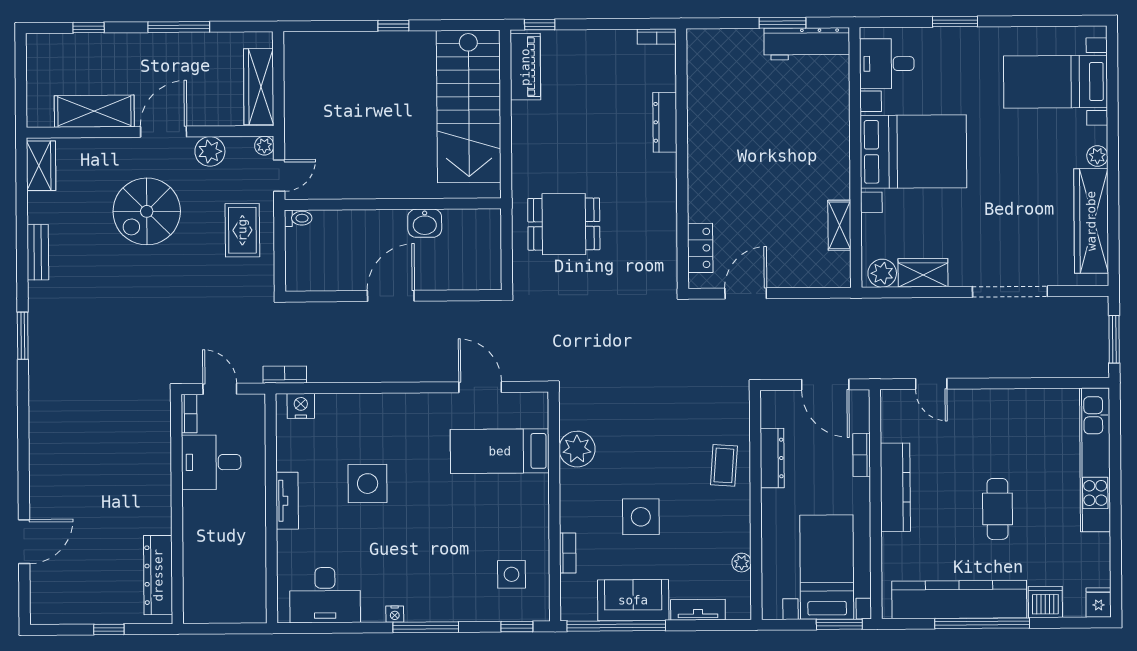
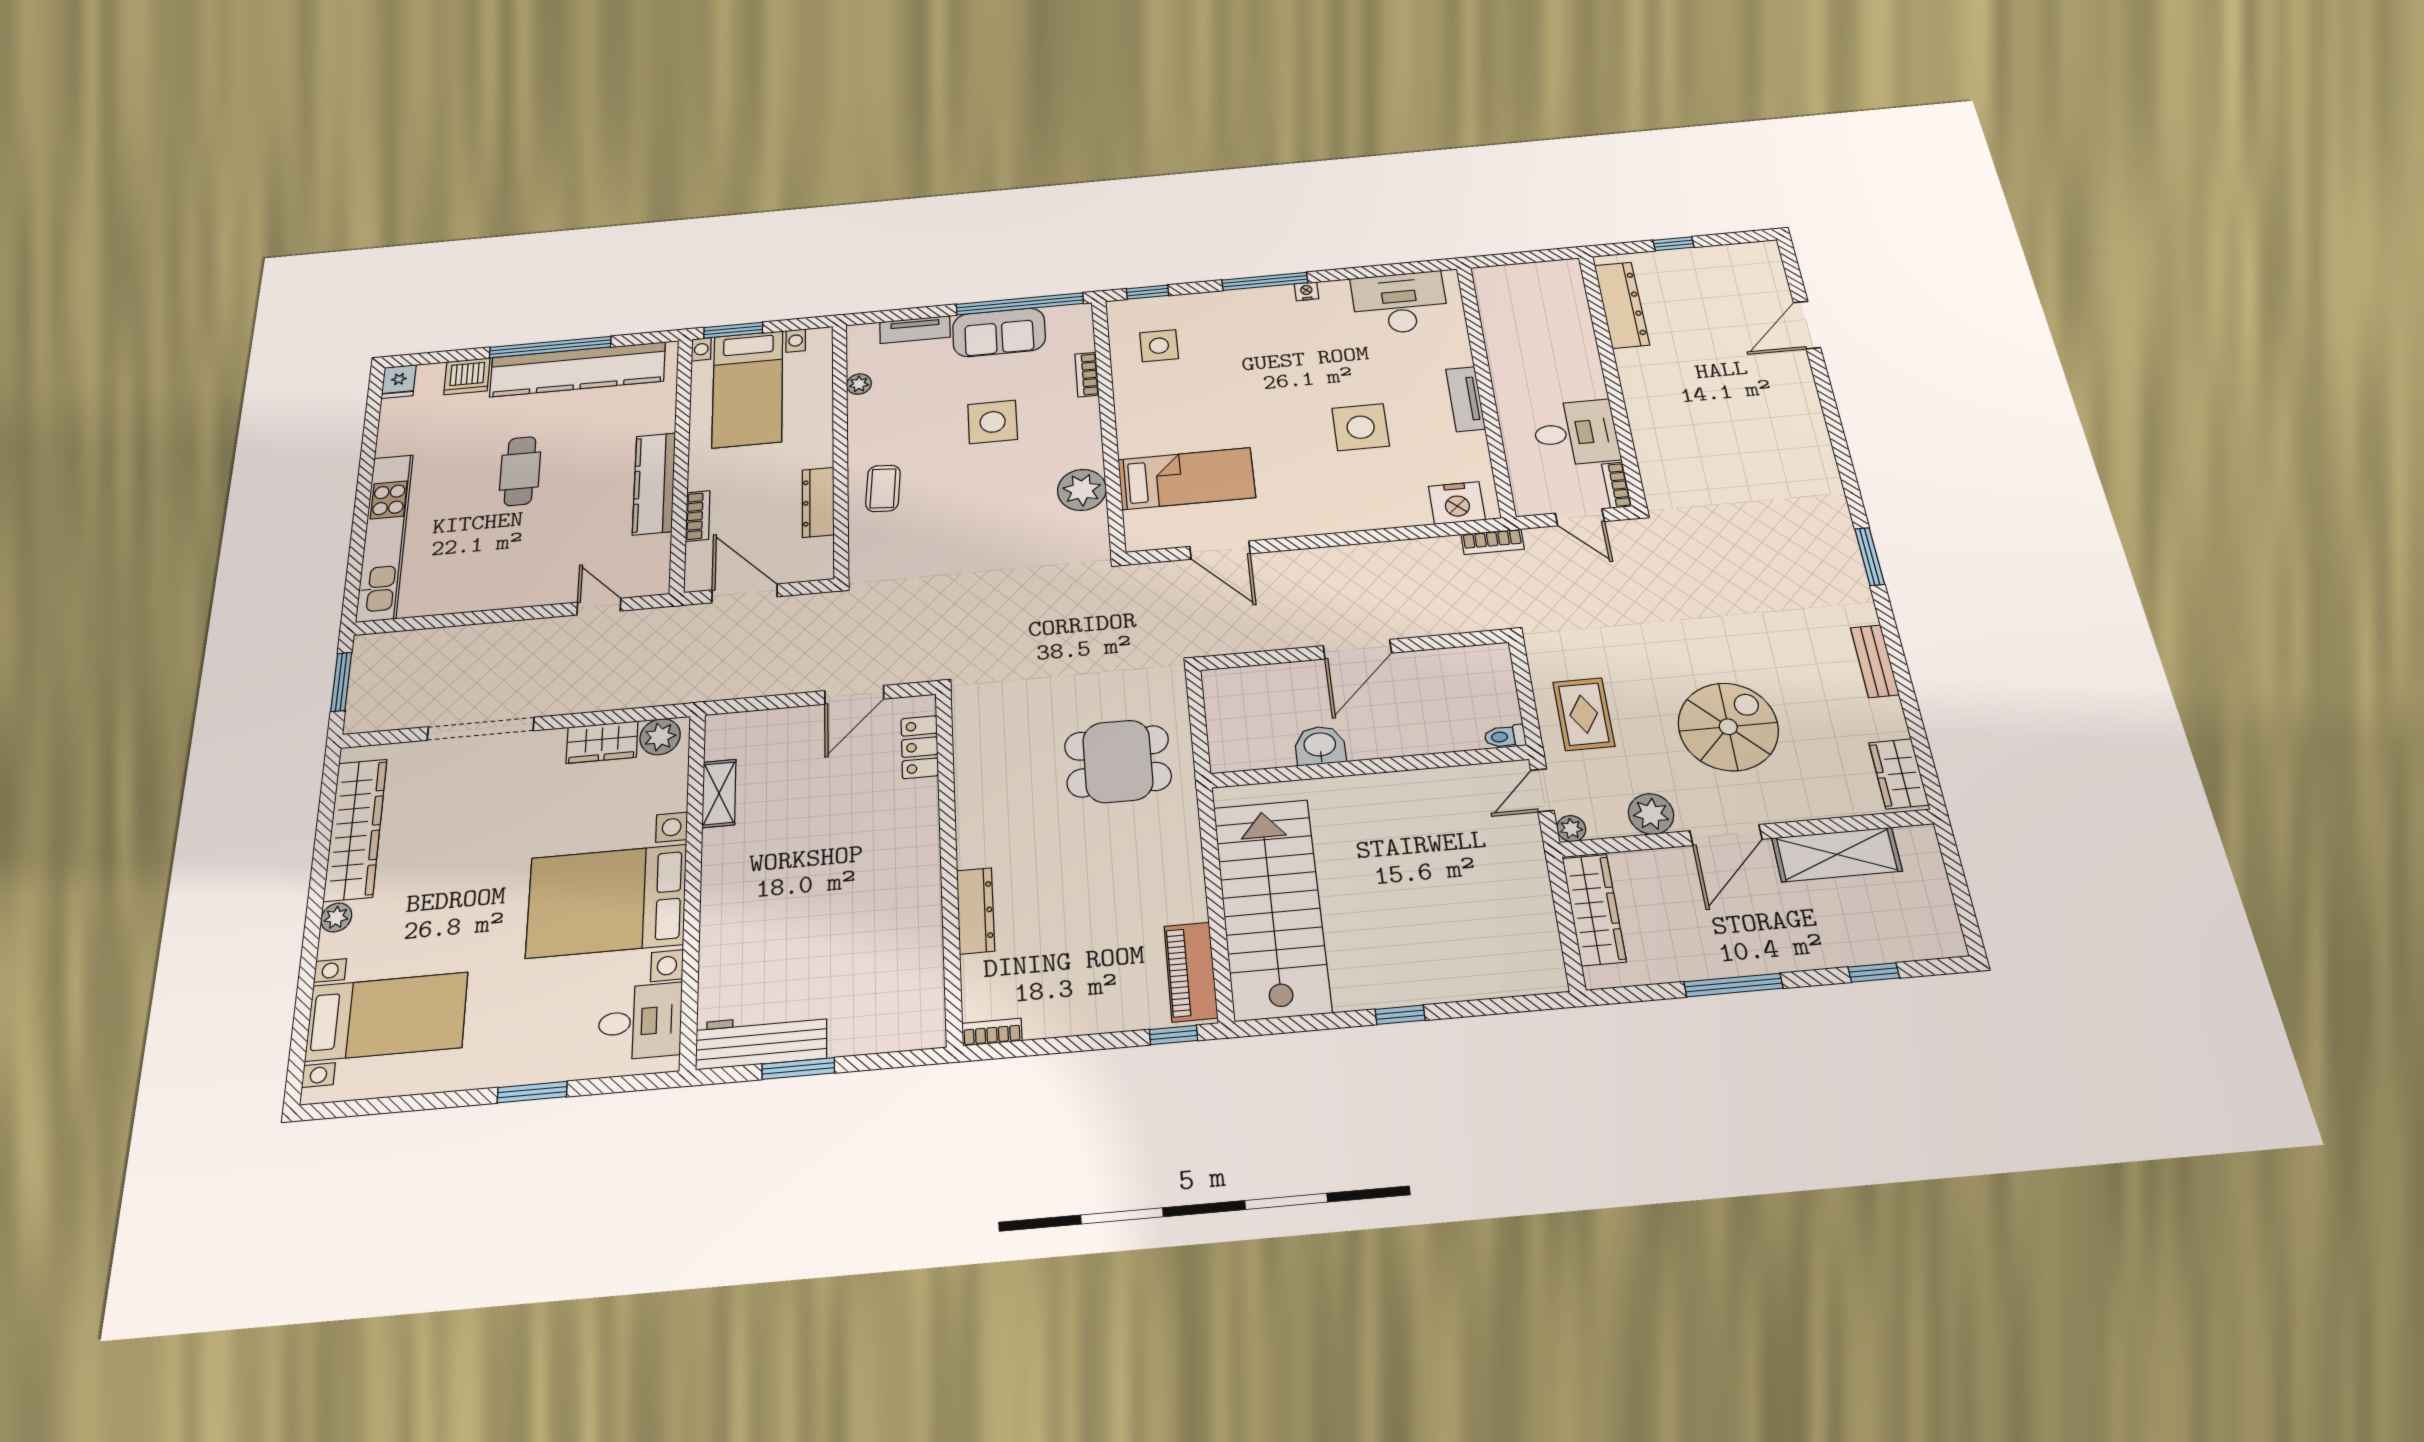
nightstand: (301, 406) -> (1457, 503), width x1.36, depth x1.33

